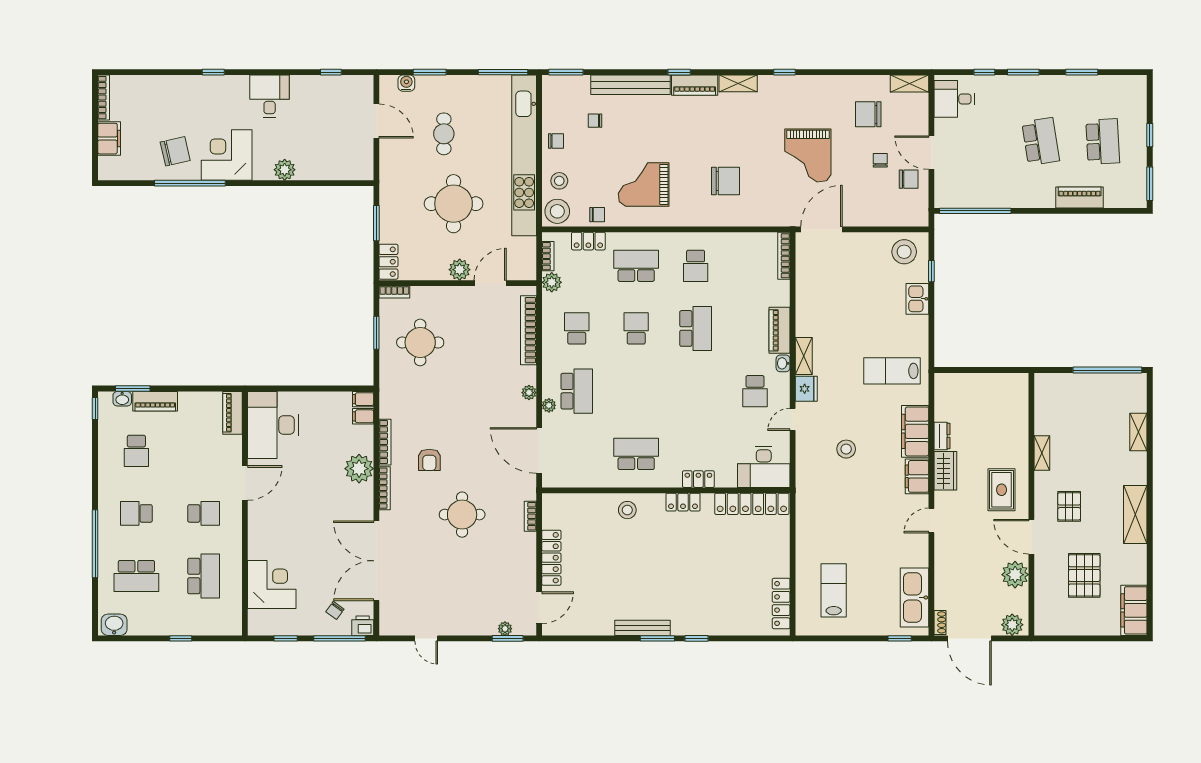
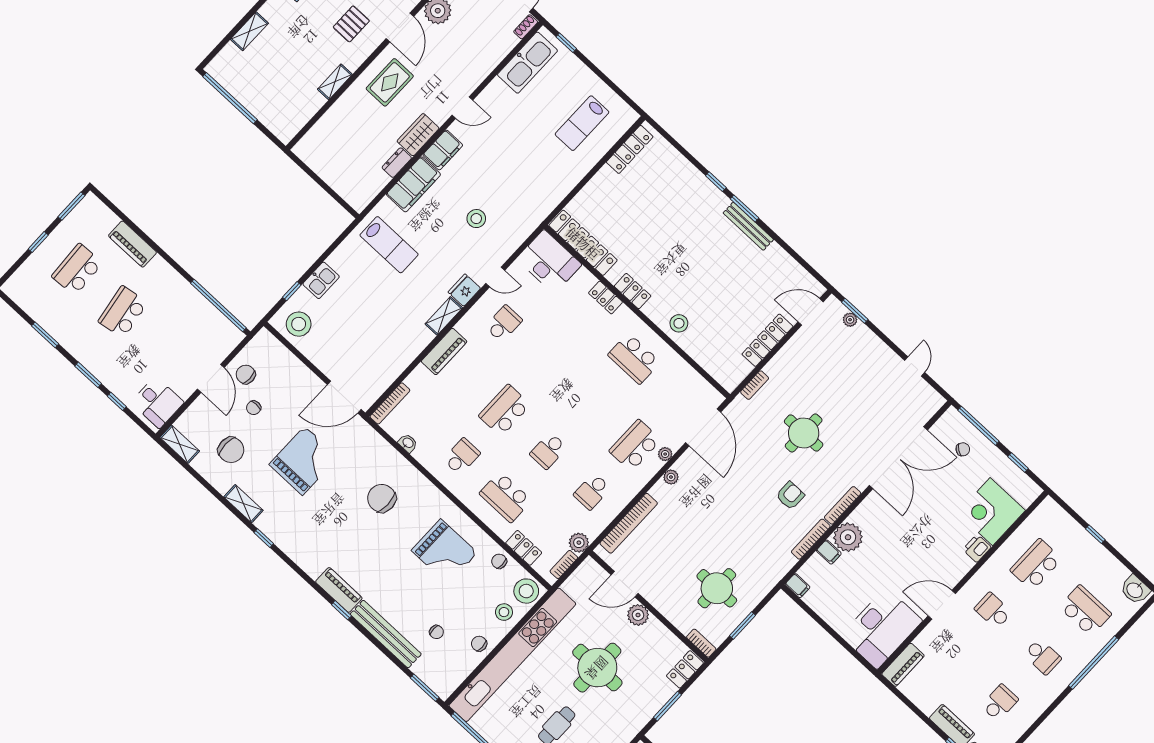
shelving: (738, 83) -> (243, 504), moved
washbasin: (783, 363) -> (408, 443), moved, turned -90
filing cabinet: (363, 416) -> (829, 552), moved
printer: (363, 626) -> (977, 548), moved, turned 90

